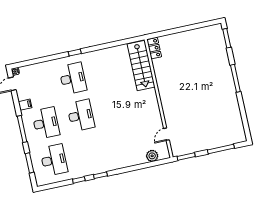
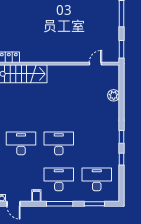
door: (166, 134) -> (95, 64), swing flipped
plant: (152, 156) -> (114, 95), moved

